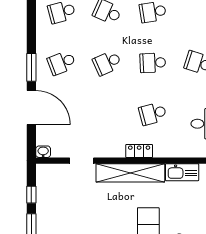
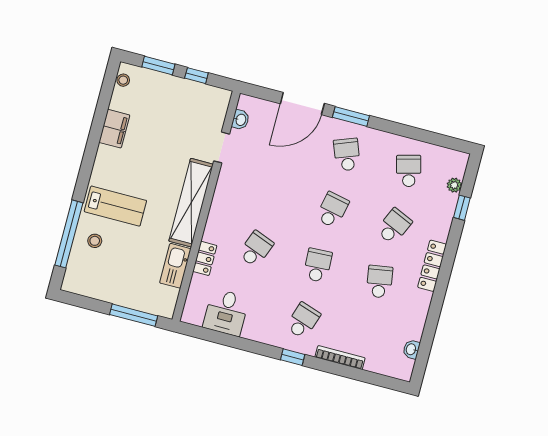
school desk: (107, 63) -> (332, 210), turned 36
school desk: (153, 114) -> (256, 249), turned 36
locker: (139, 151) -> (205, 258), moved
washbasin: (43, 152) -> (241, 120), moved

